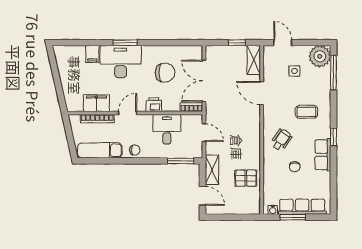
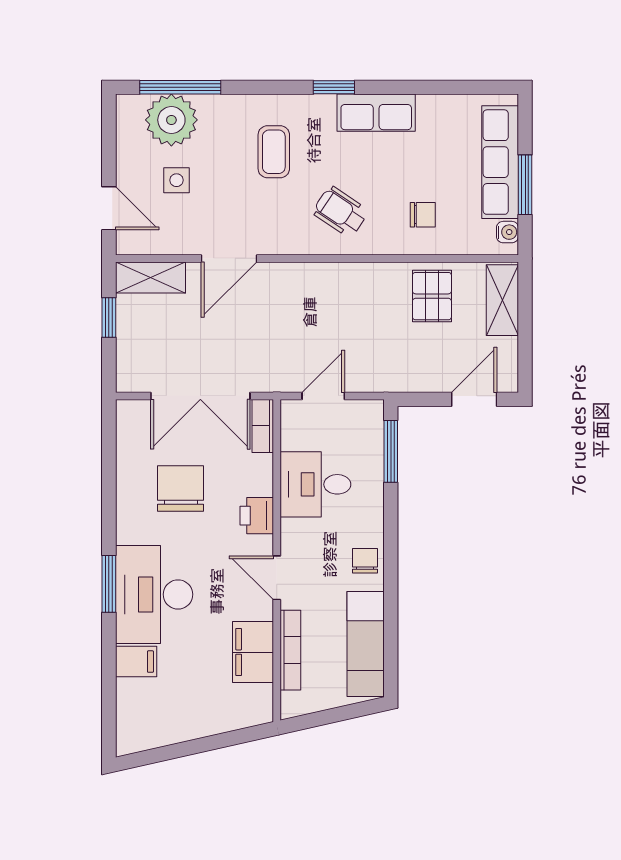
door: (283, 43) -> (109, 208), swing flipped
plant: (320, 56) -> (171, 120), moved
chair: (295, 167) -> (423, 215), moved
shelving: (212, 170) -> (502, 300), moved, turned 90

